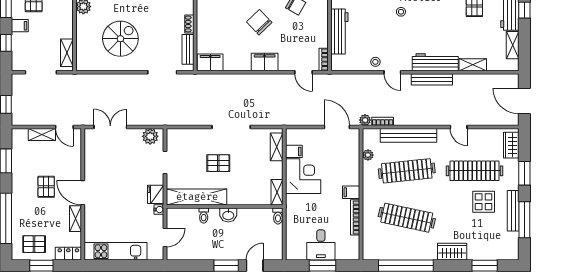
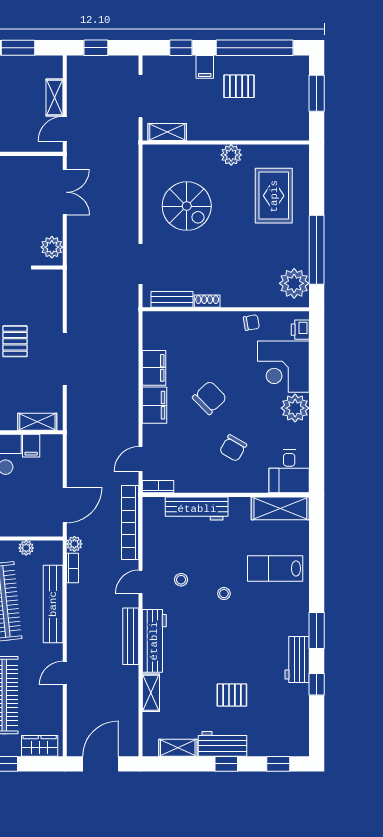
filing cabinet: (210, 62) -> (154, 368), moved
stool: (375, 62) -> (181, 580), moved
bookcase: (350, 80) -> (130, 522), added

